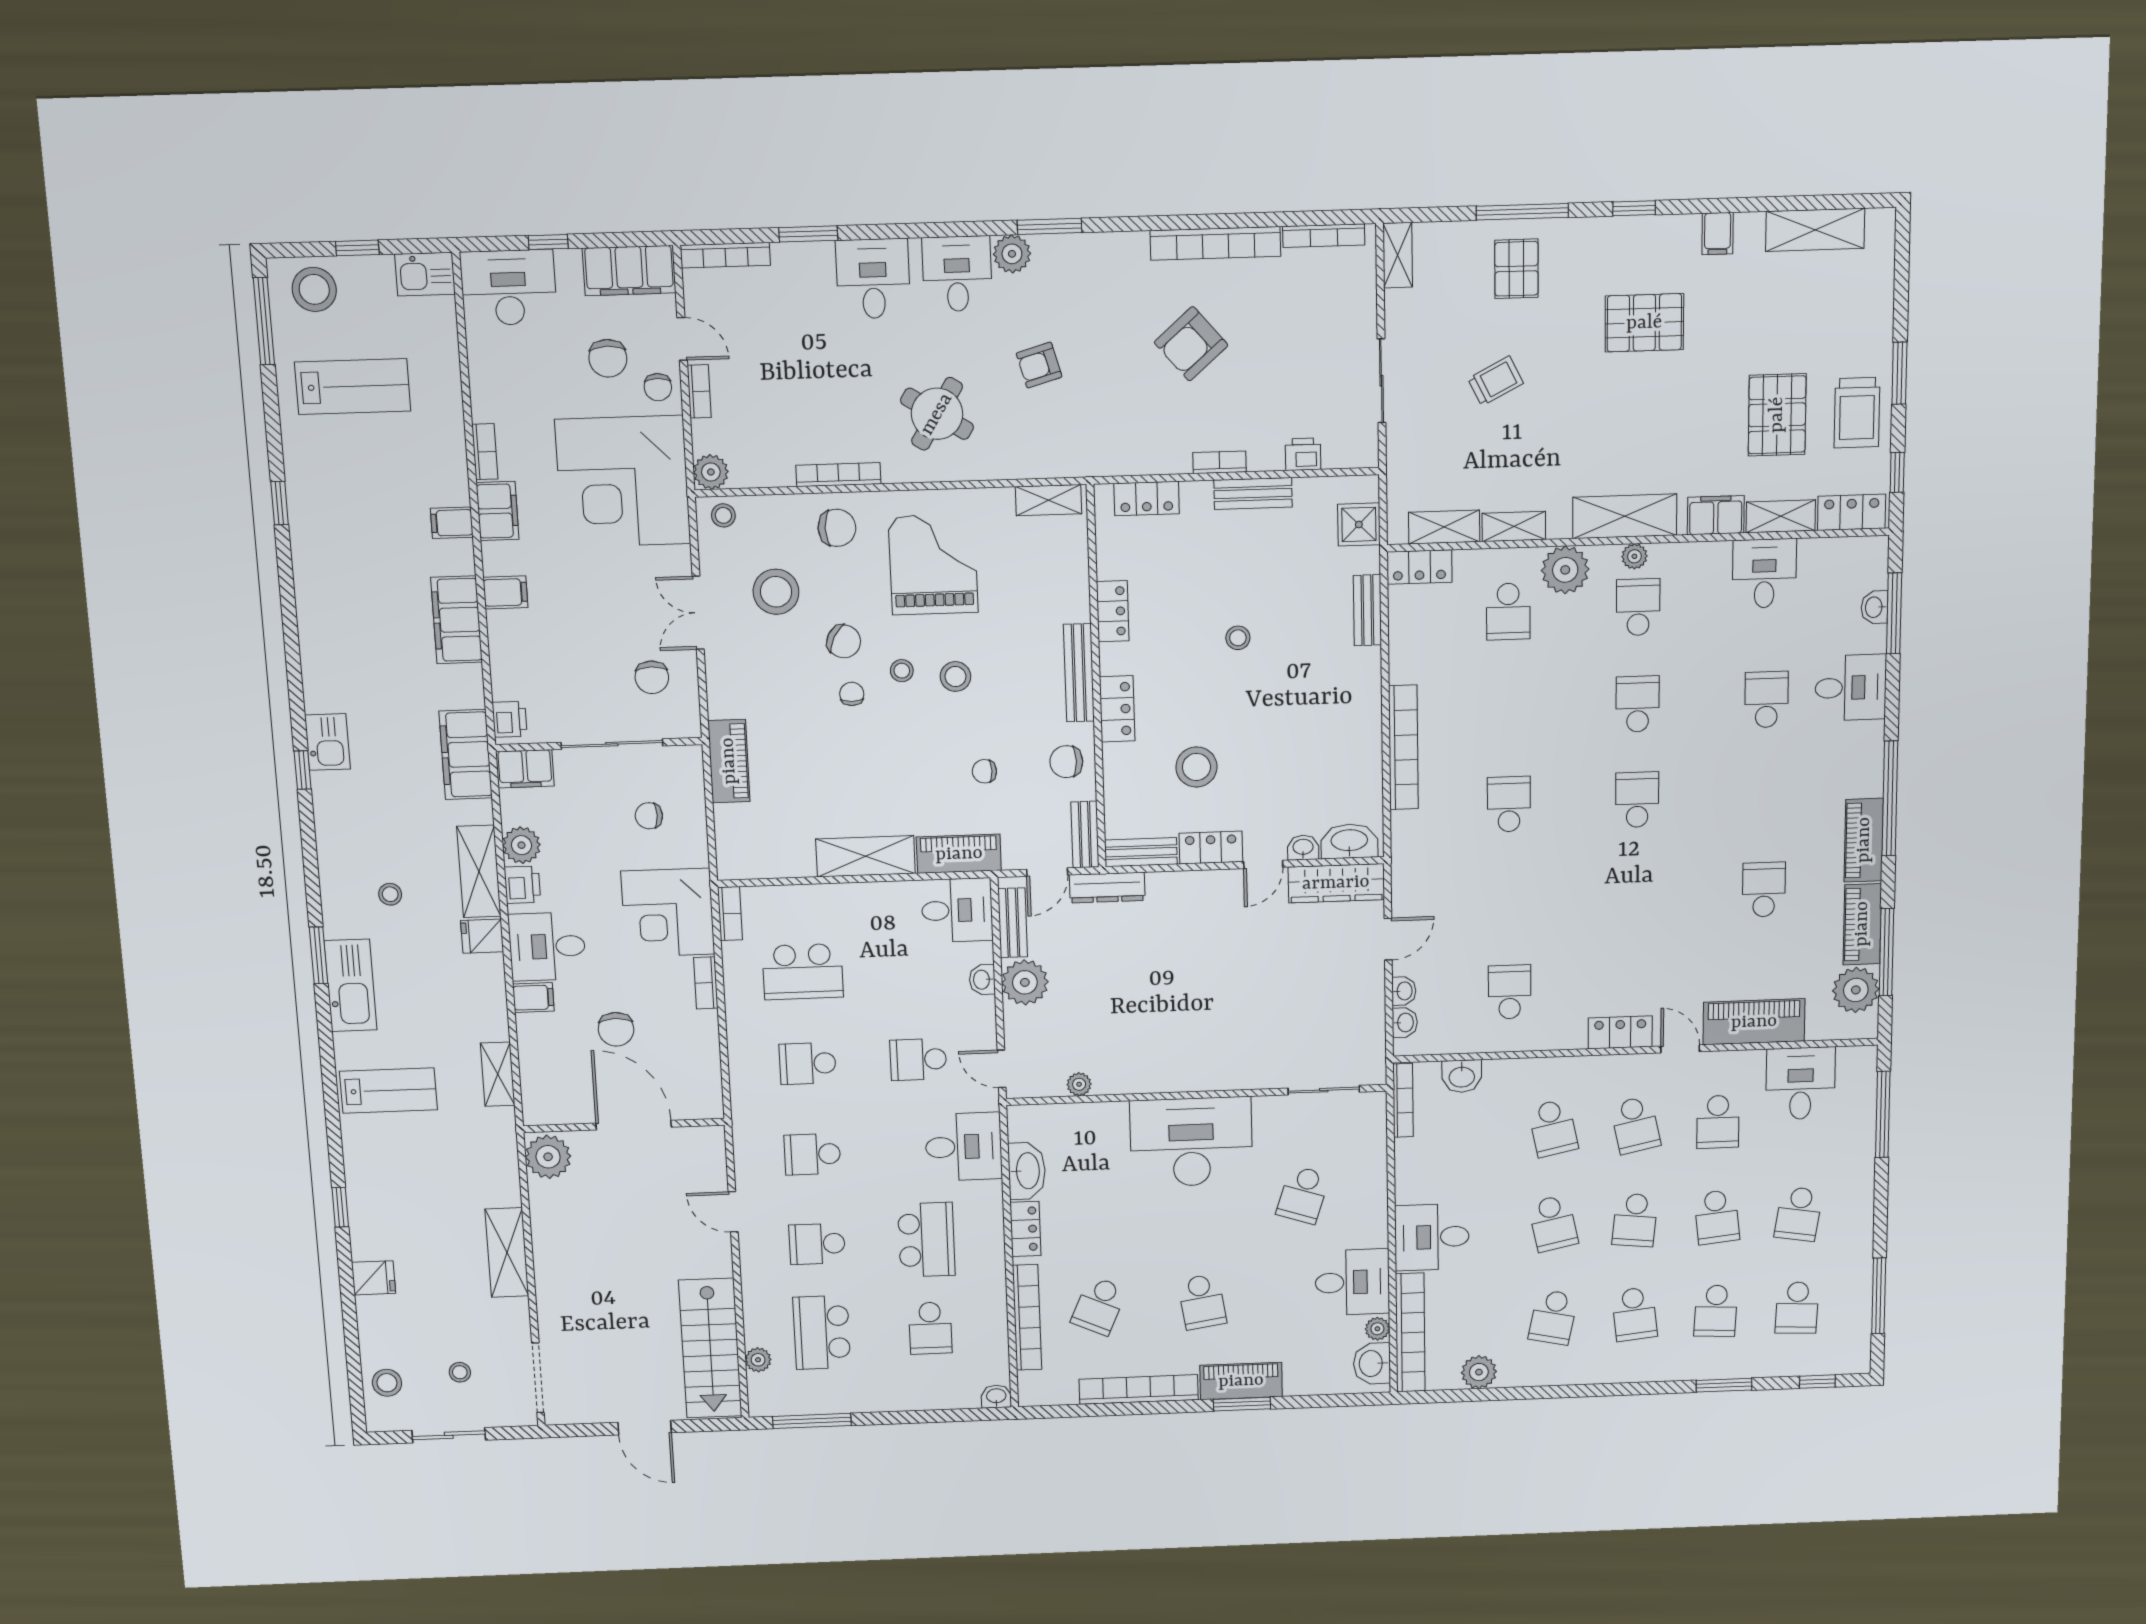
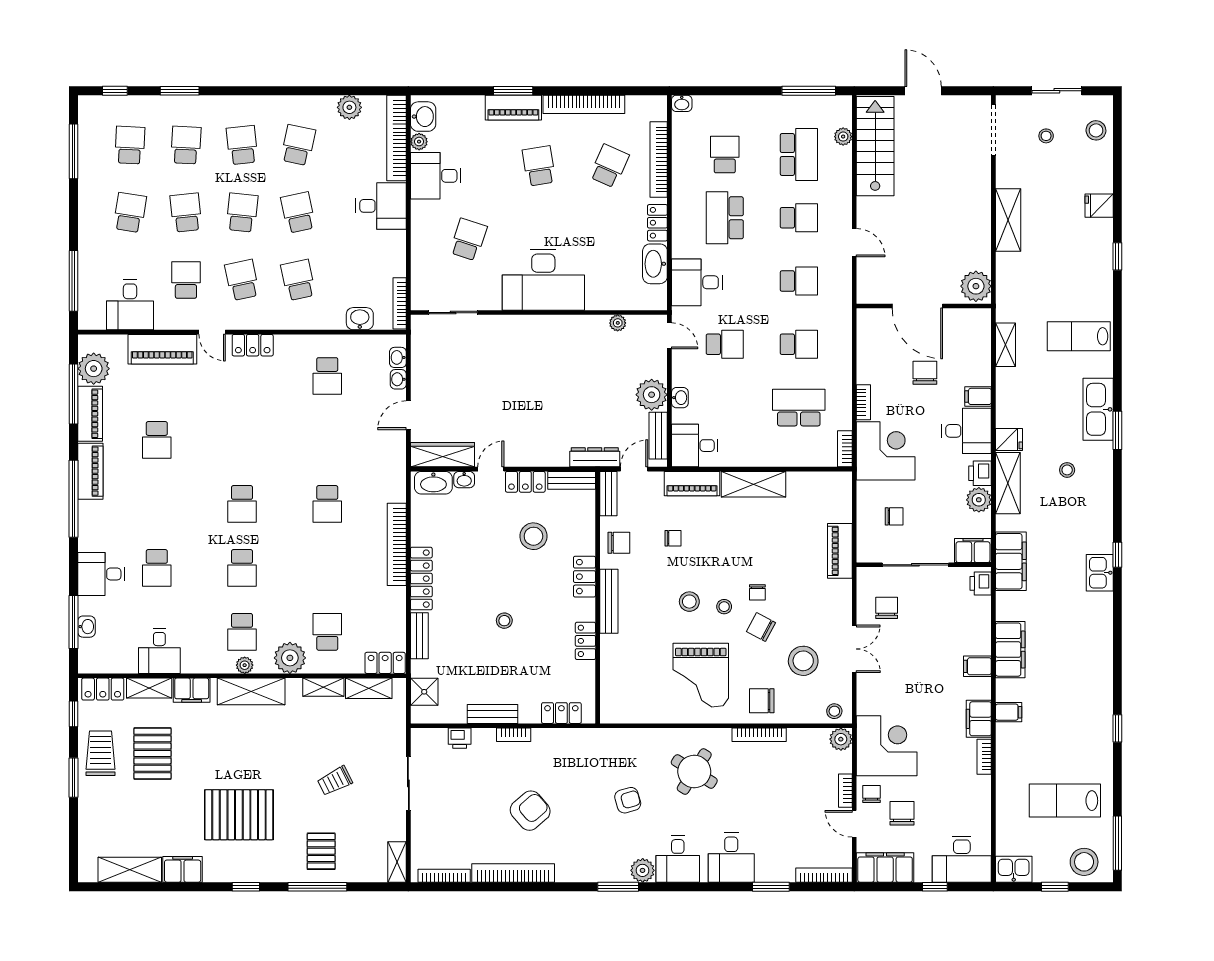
filing cabinet: (1718, 234) -> (183, 869), width x2.00
pallet: (1644, 323) -> (239, 815), width x1.37, depth x1.41
corner desk: (623, 482) -> (887, 746), width x0.74, depth x0.74
shelving: (1049, 500) -> (625, 714), removed
locker: (1366, 697) -> (421, 579), added

